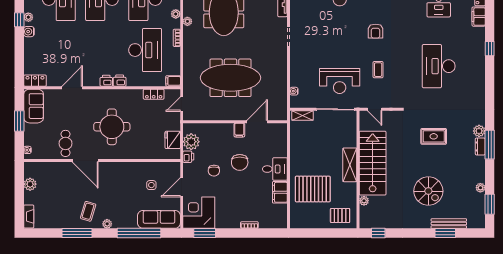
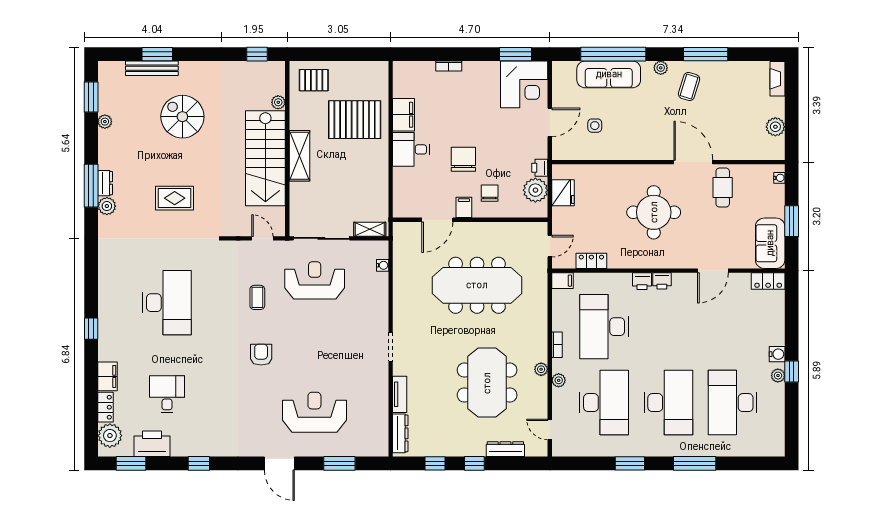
chair: (214, 171) -> (490, 193), moved
sofa: (159, 219) -> (609, 74), moved

